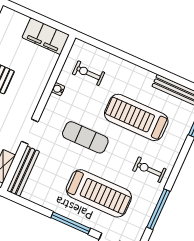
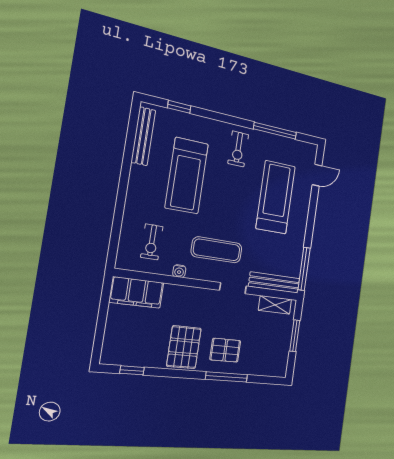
filing cabinet: (46, 36) -> (137, 292), moved, turned 90
exercise mat: (85, 137) -> (217, 250), moved, turned 90
window: (71, 223) -> (304, 269), moved

